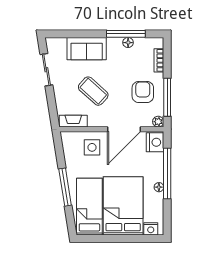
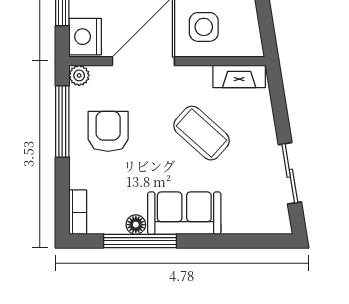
sofa: (87, 49) -> (184, 213), moved
bookcase: (159, 60) -> (78, 212), moved
armchair: (143, 92) -> (108, 131), turned 180

